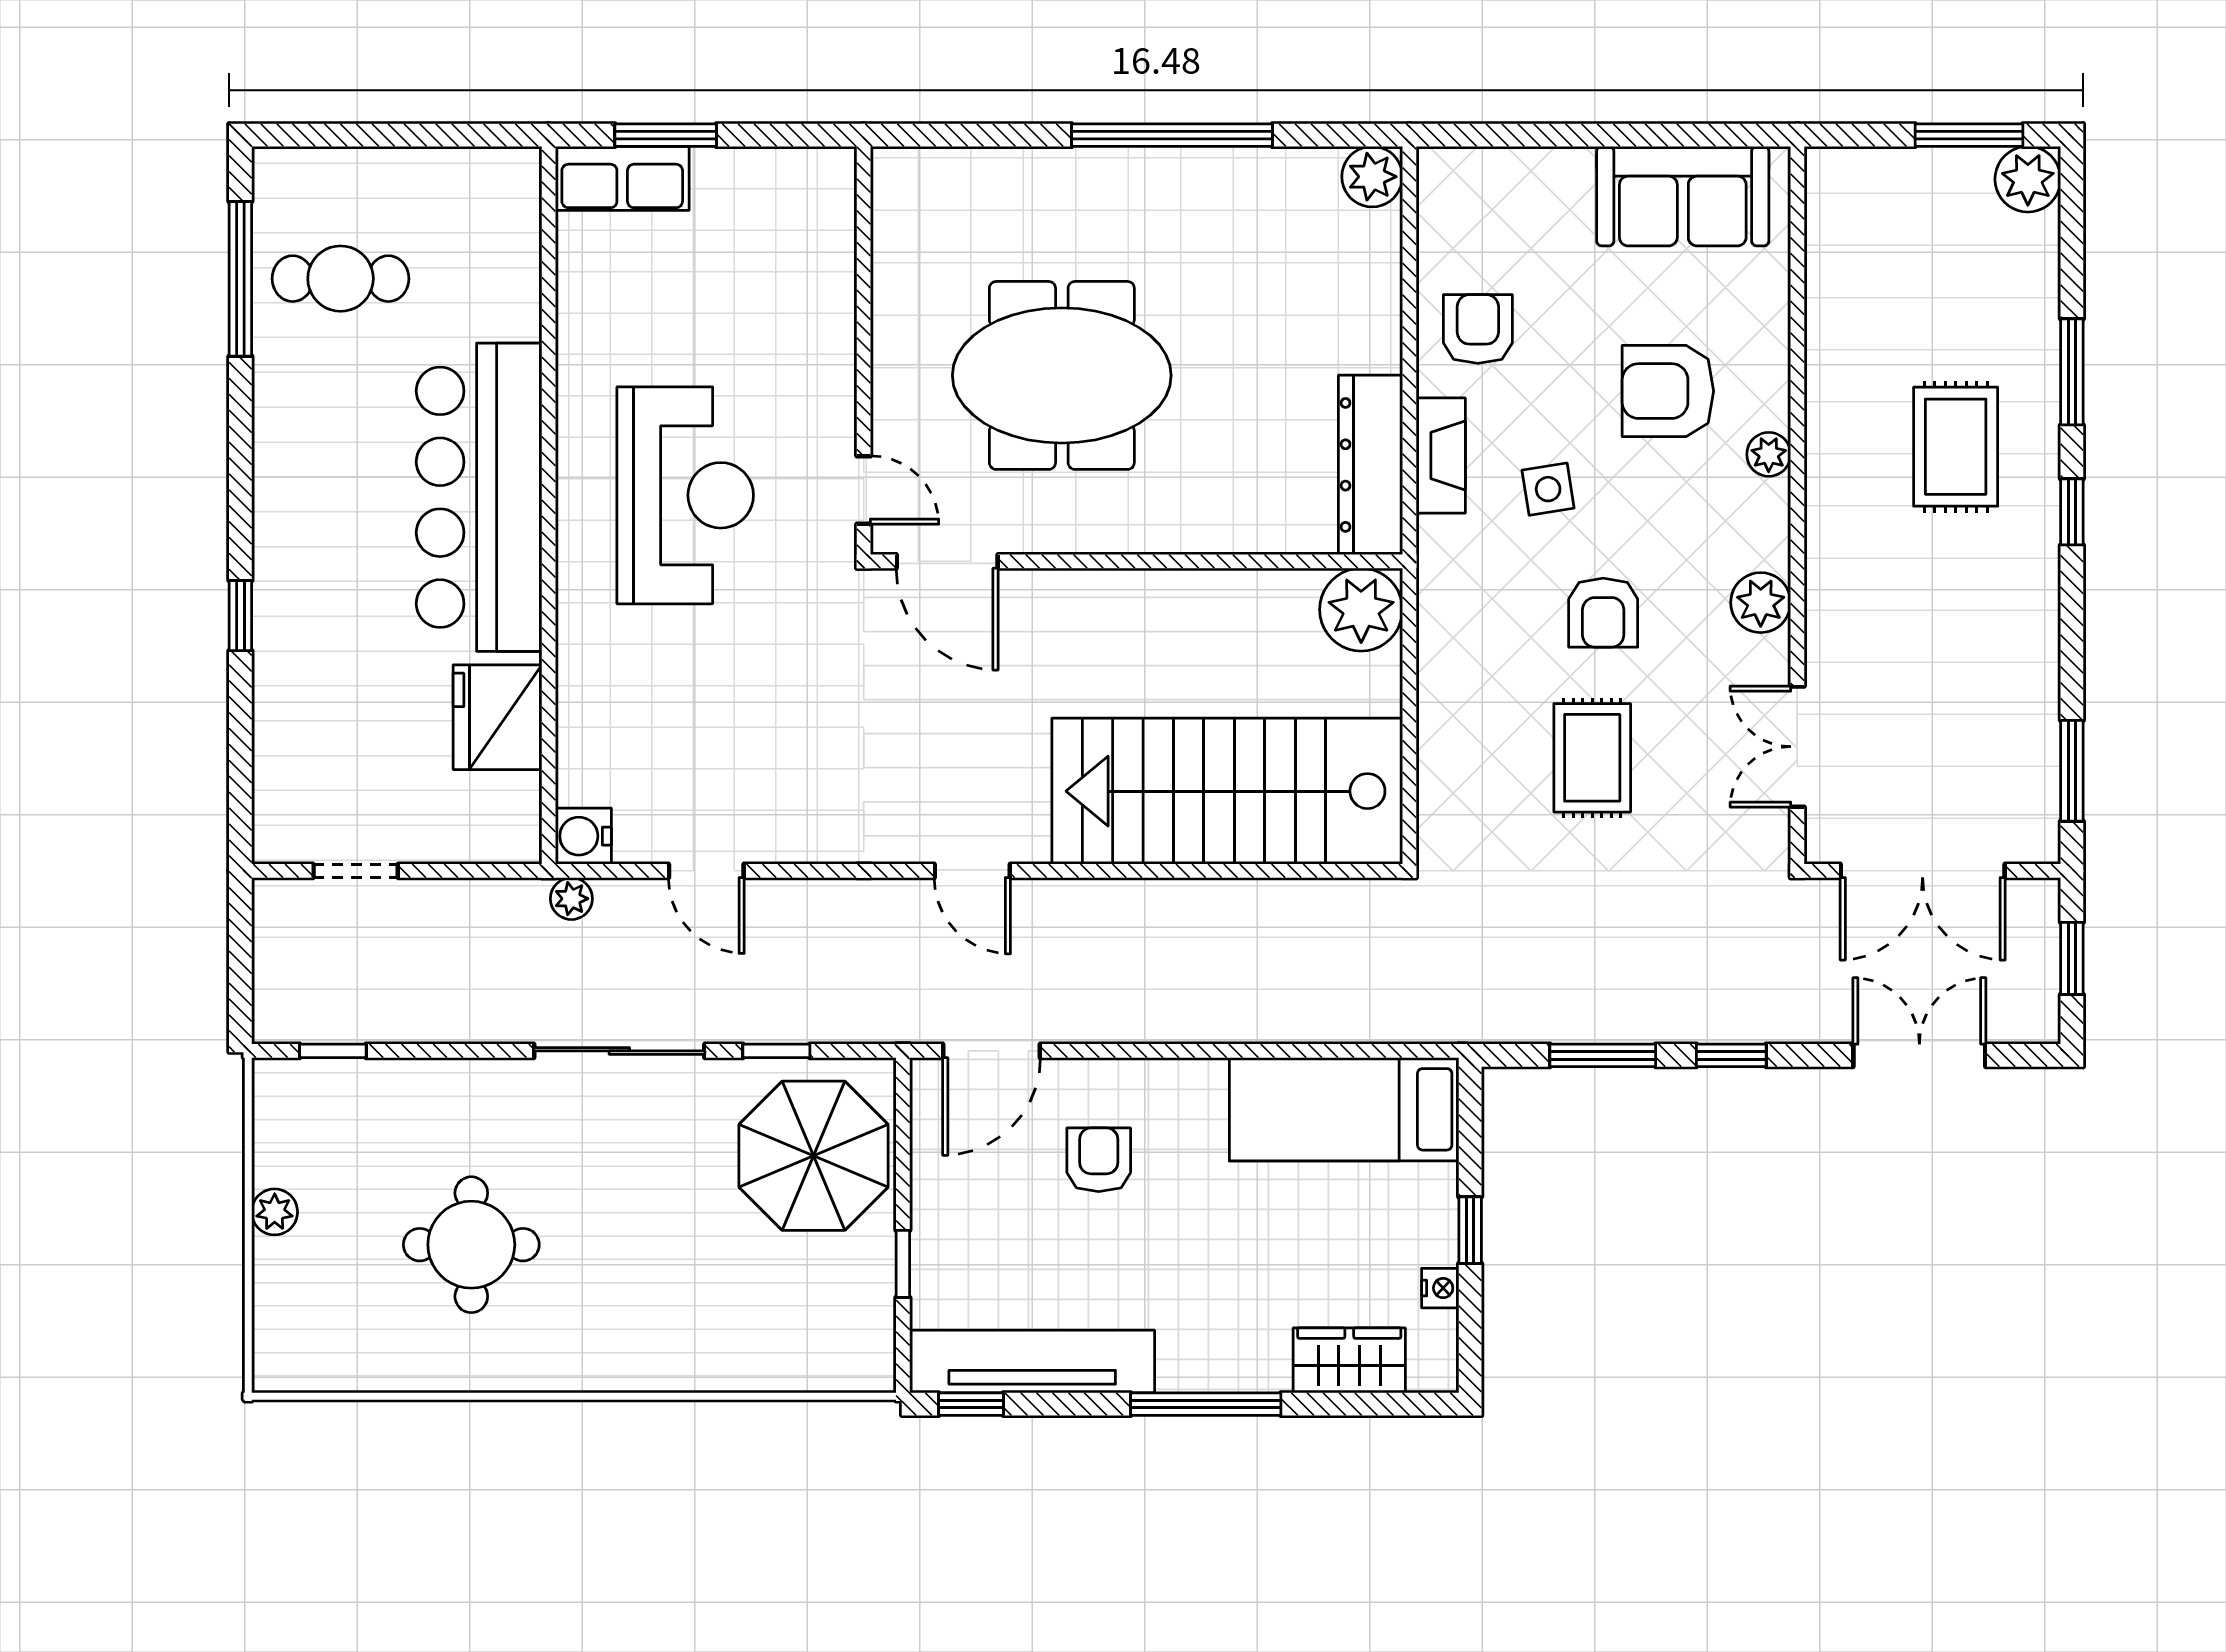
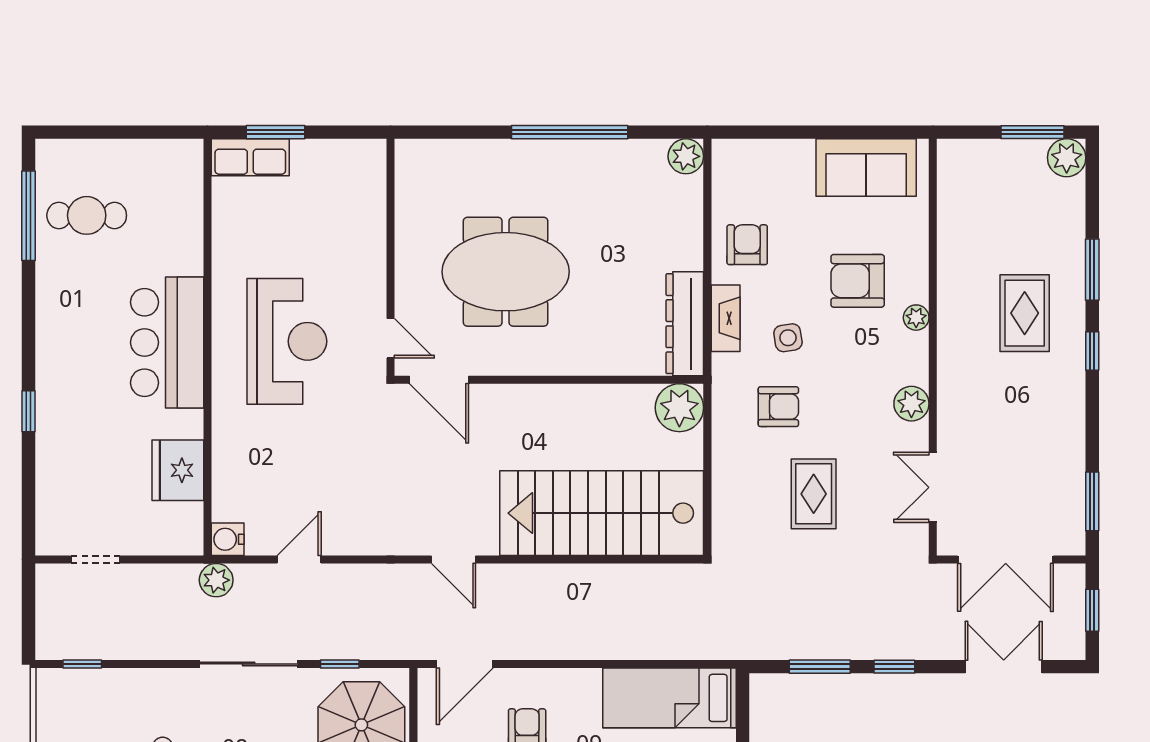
bar counter: (479, 497) -> (167, 342), width x0.73
armchair: (1603, 613) -> (778, 407), moved, turned -90
door: (706, 871) -> (299, 559), swing flipped
plant: (571, 899) -> (216, 580), width x1.38, depth x1.38

